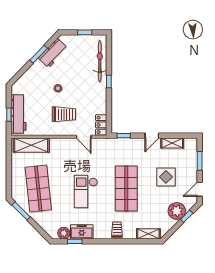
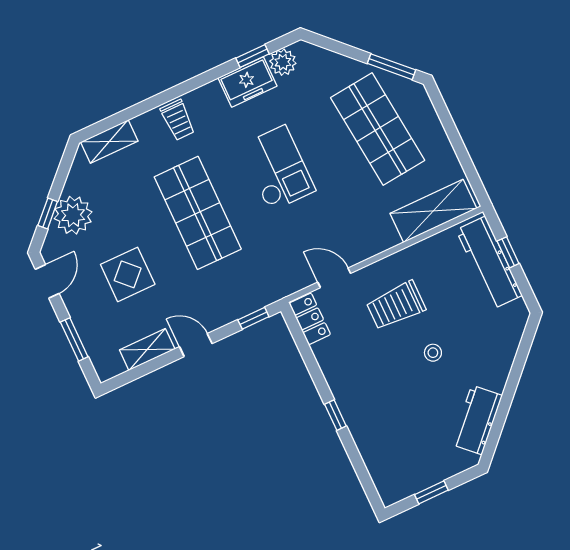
window: (39, 54) -> (505, 404), removed
bicycle: (100, 61) -> (373, 448), removed
door: (152, 136) -> (196, 345), hinge flipped

